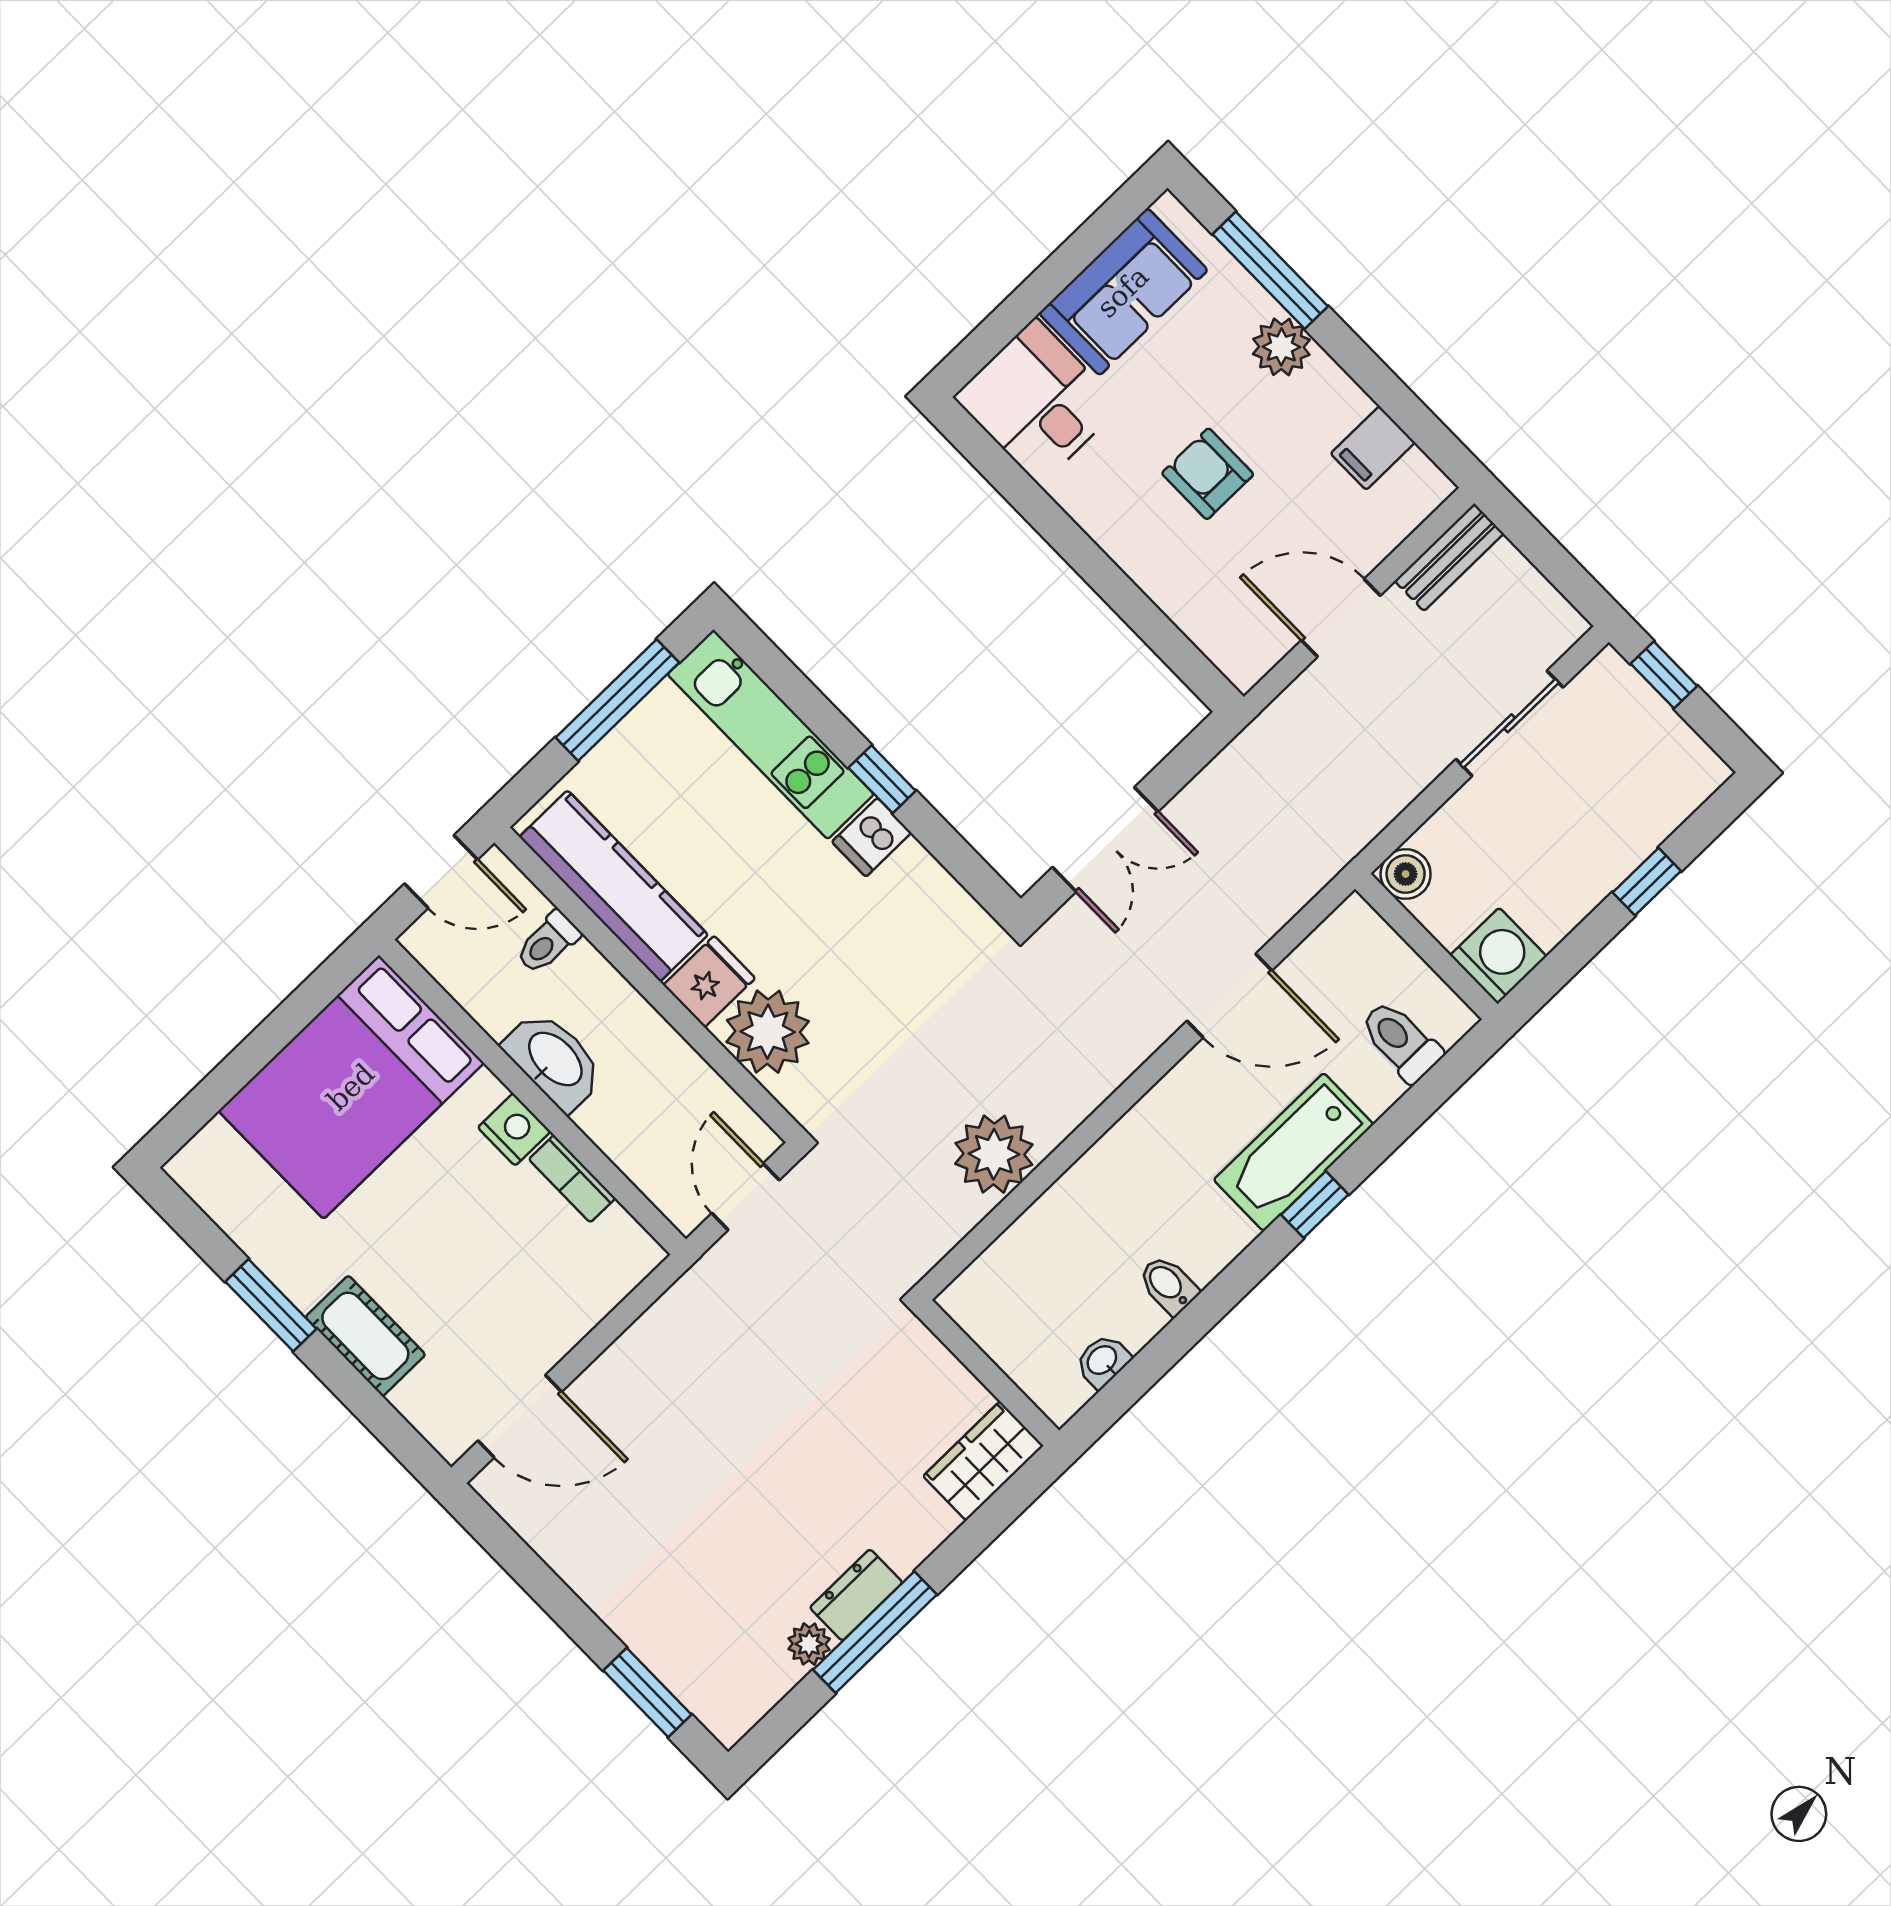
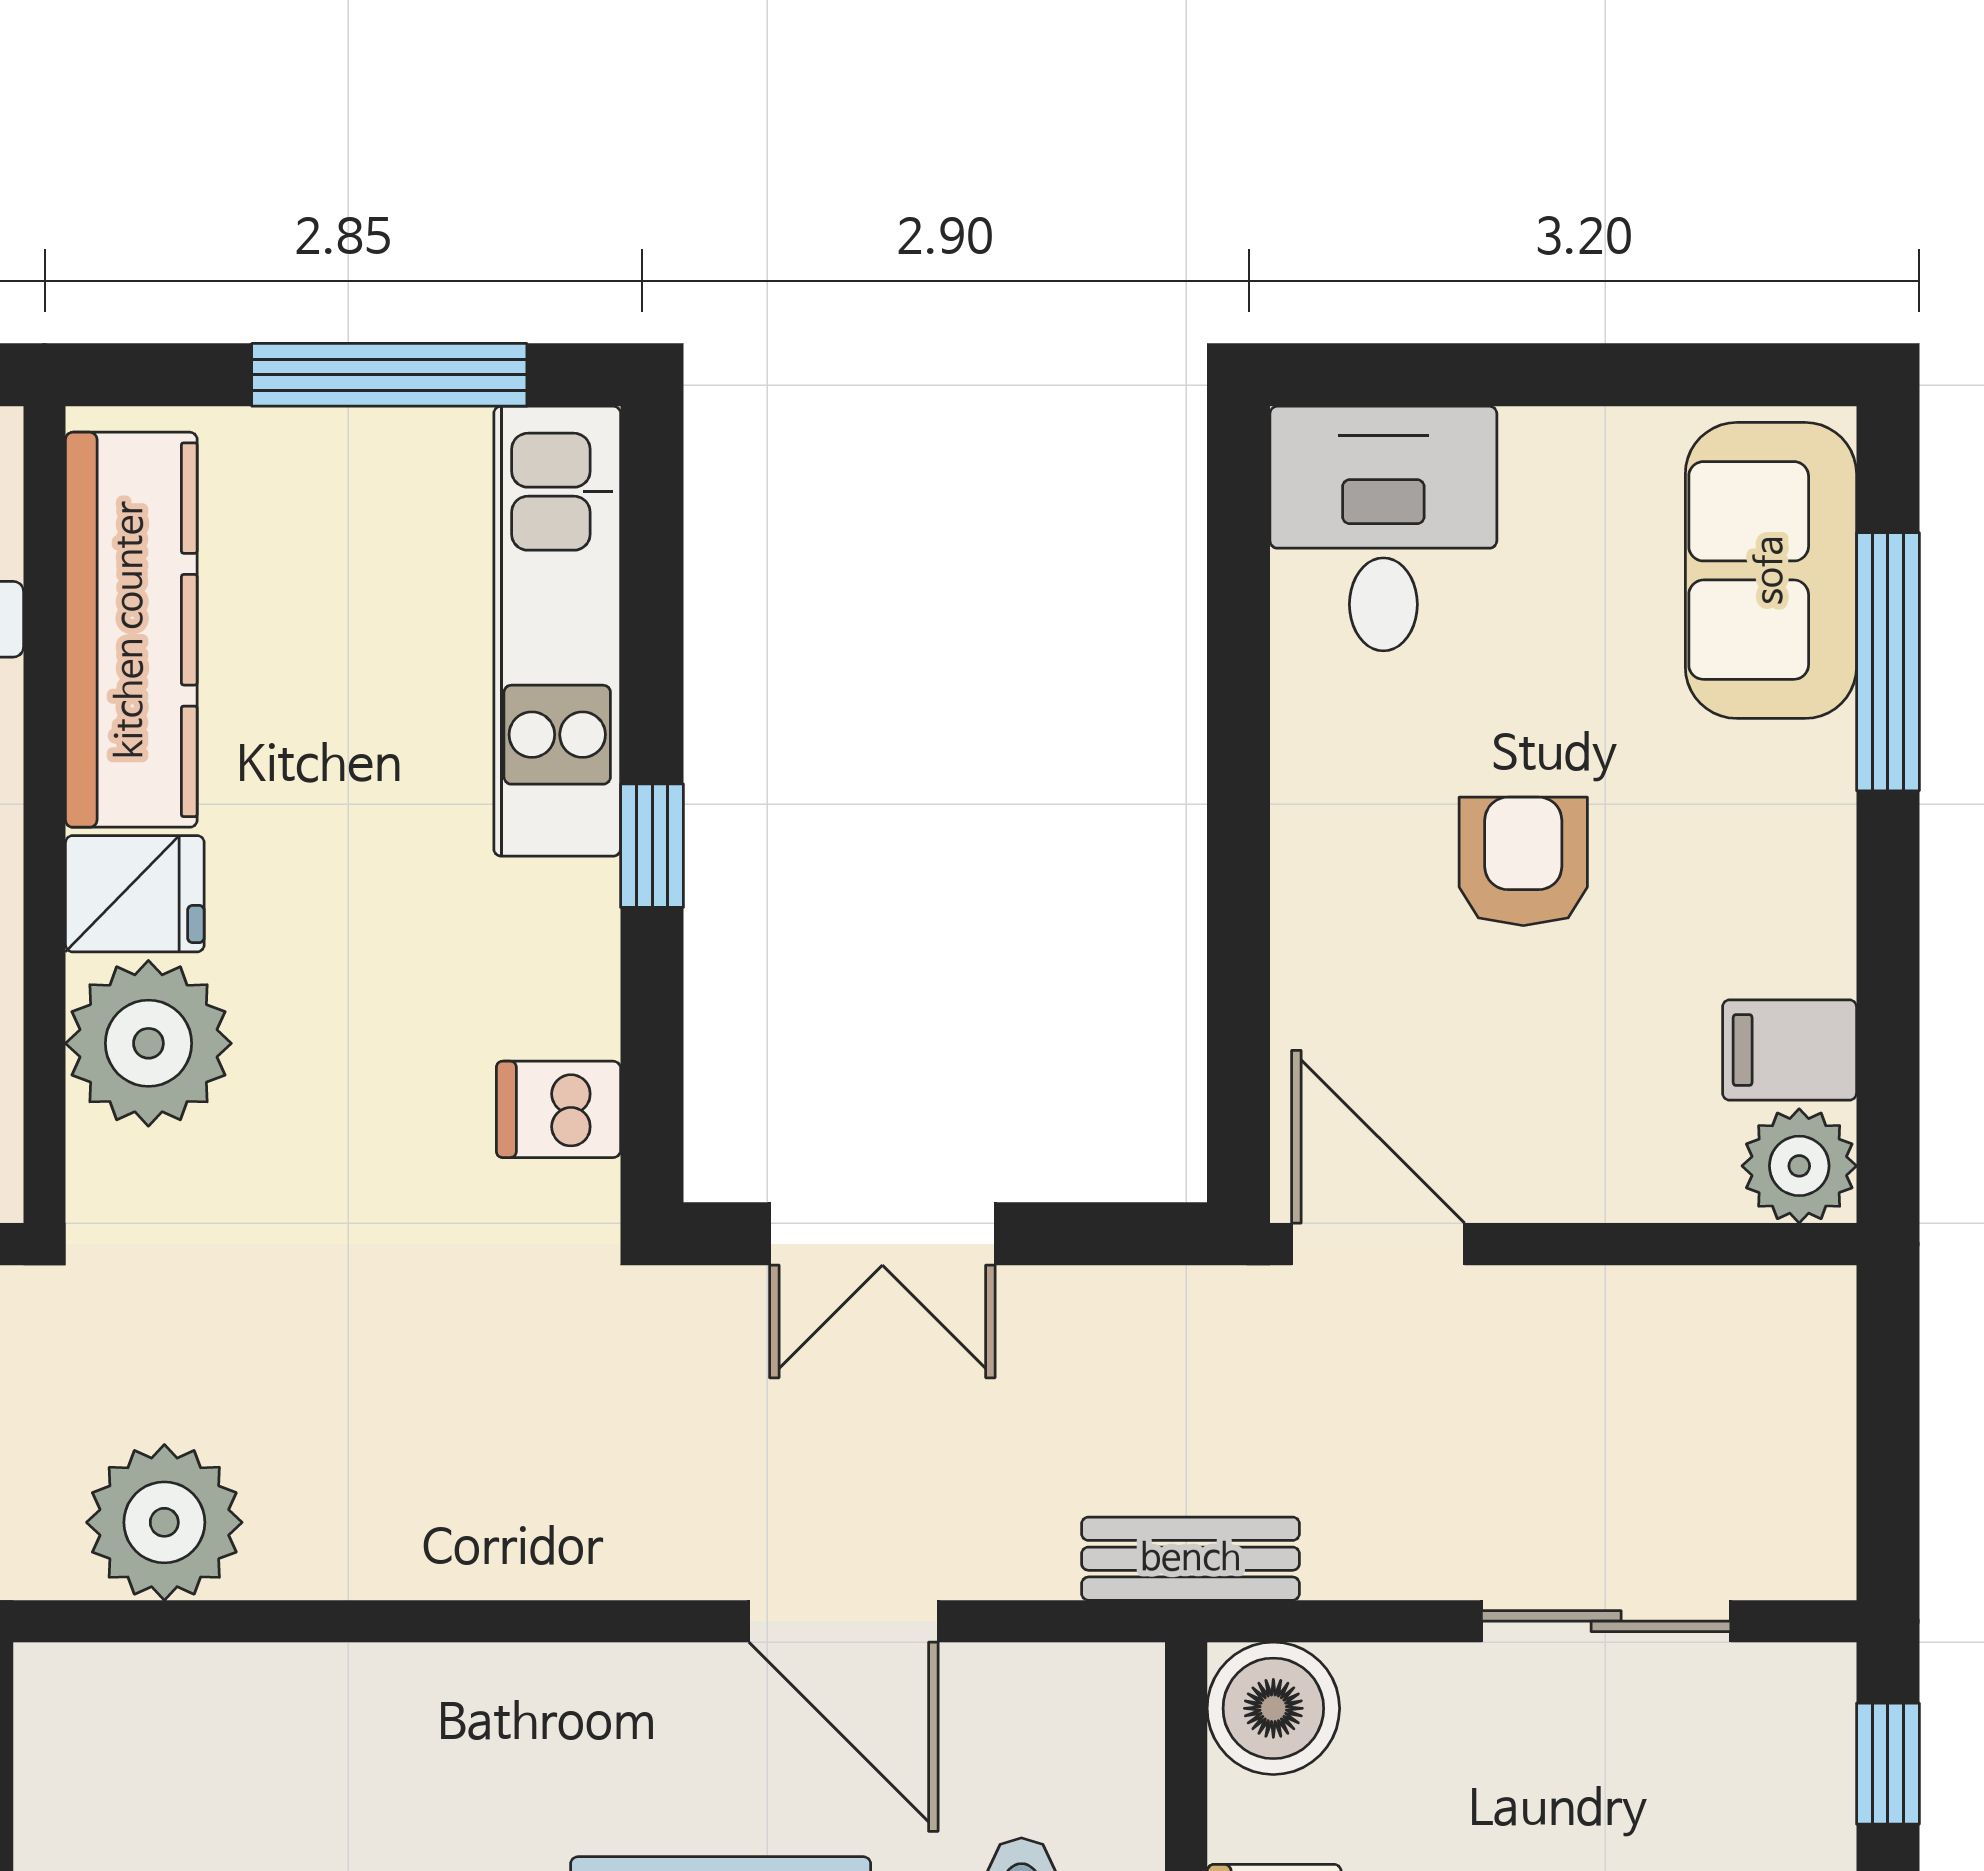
sofa: (1123, 292) -> (1771, 570), moved, turned 90
plant: (1281, 347) -> (1799, 1166), moved
bench: (1449, 557) -> (1191, 1559), moved
door: (1341, 618) -> (1378, 1244), moved
dishwasher: (872, 837) -> (559, 1109), moved
boiler: (1406, 874) -> (1273, 1708), width x1.36, depth x1.36
plant: (994, 1154) -> (164, 1522), moved

